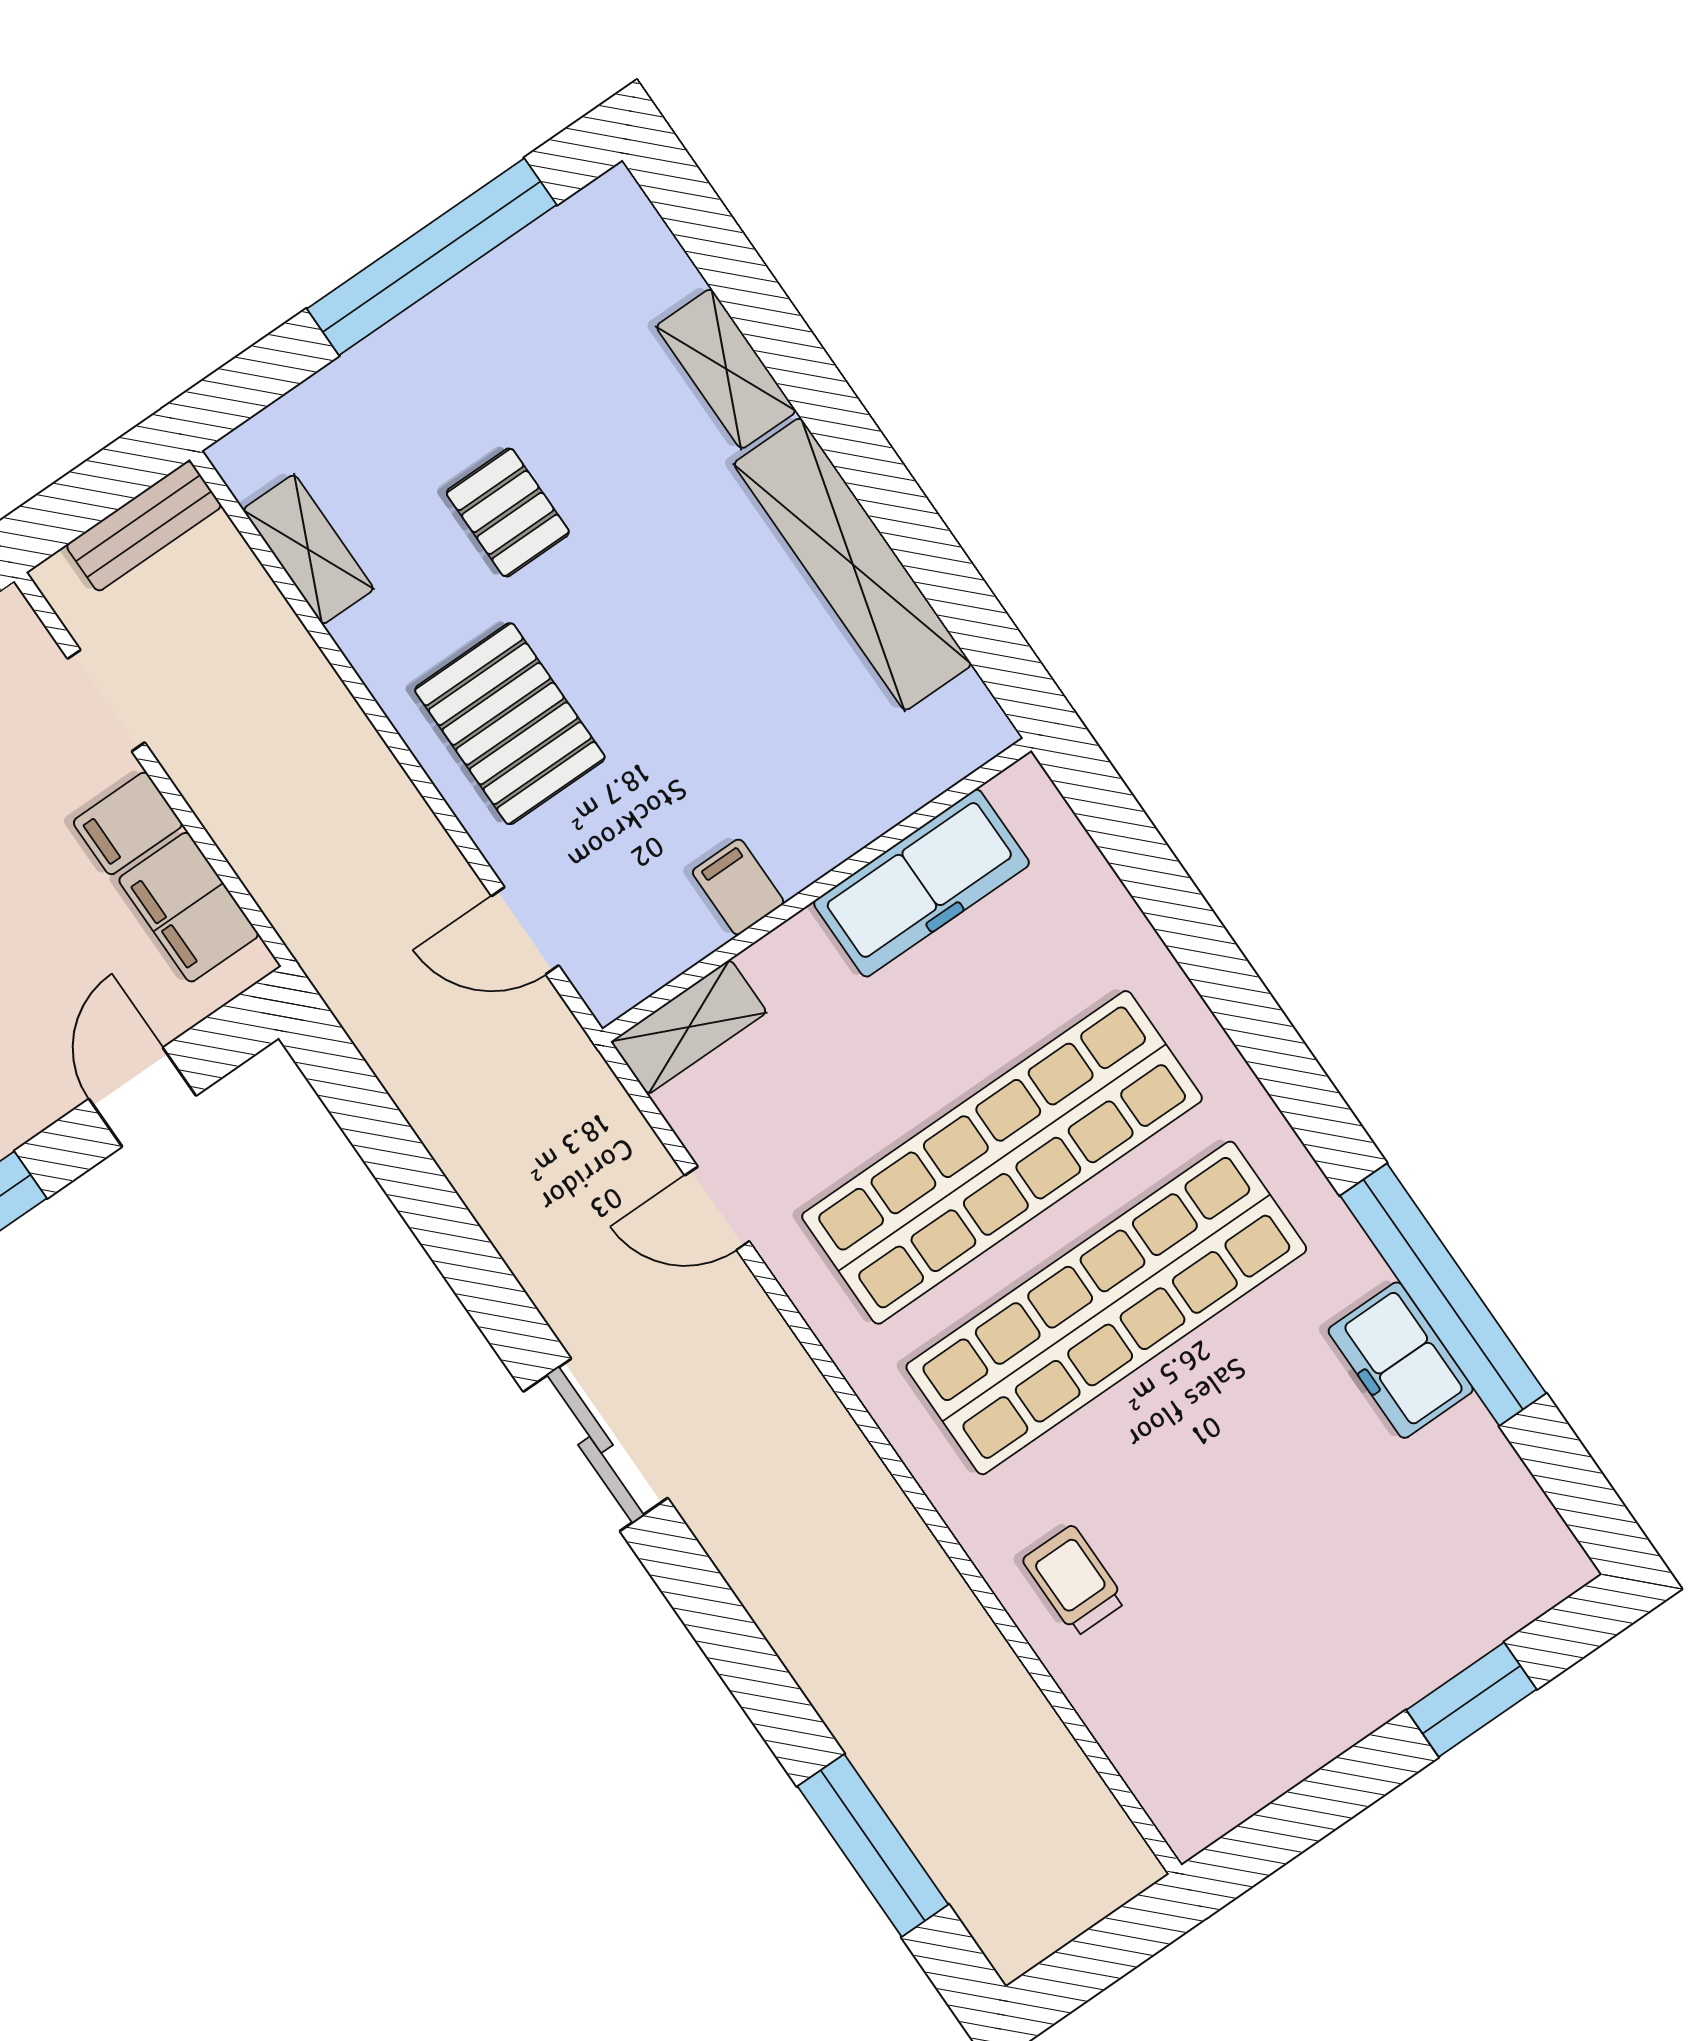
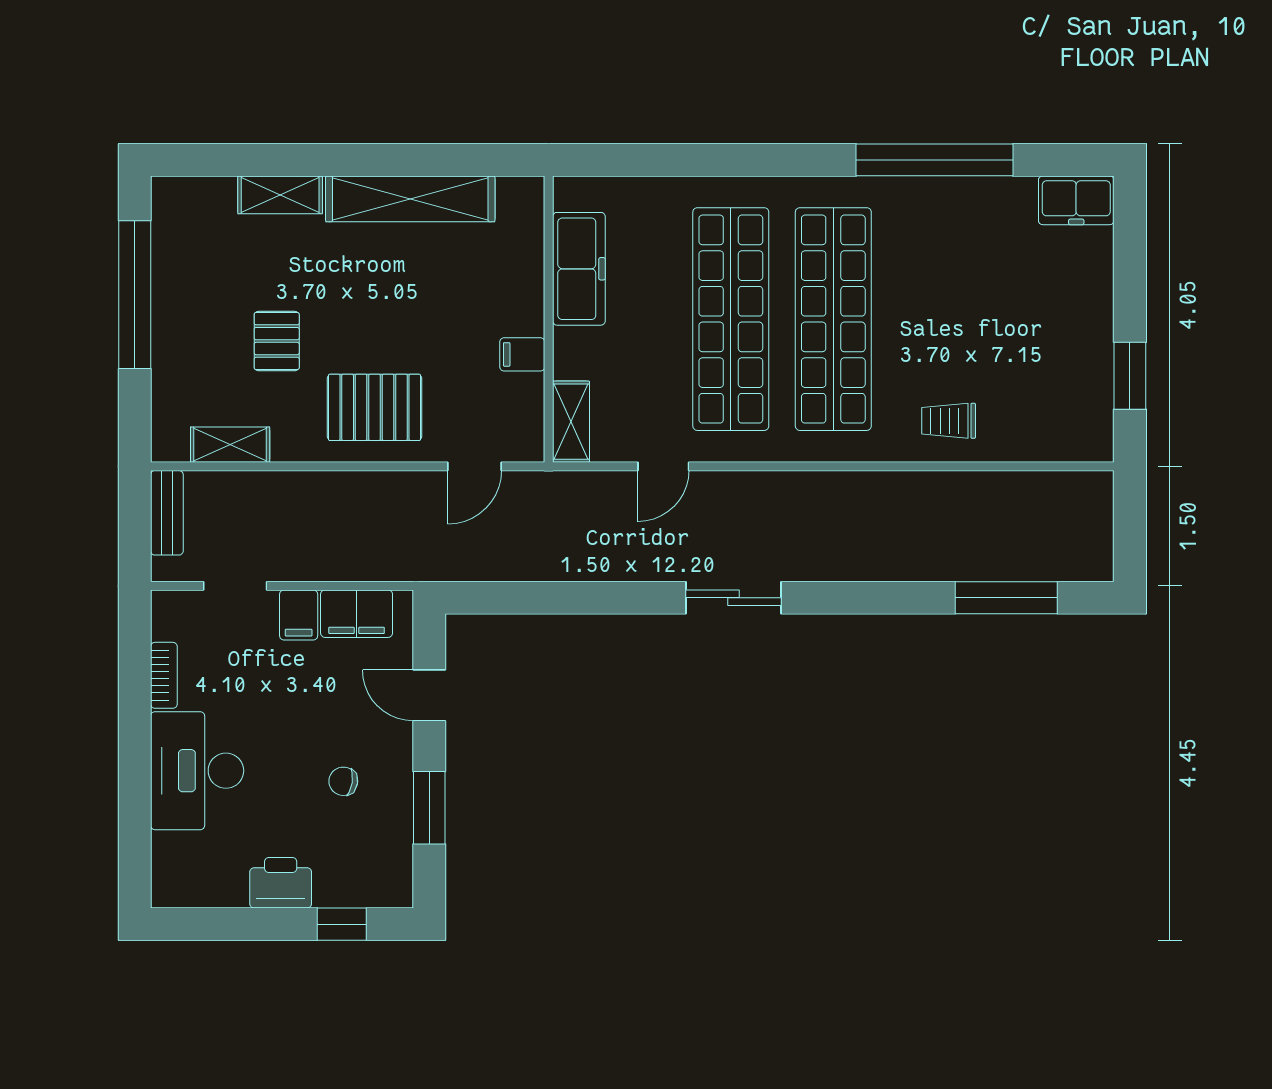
pallet: (508, 512) -> (277, 341), turned 90
freezer: (1401, 1360) -> (1076, 200), moved
window: (1471, 1700) -> (1130, 376), moved

